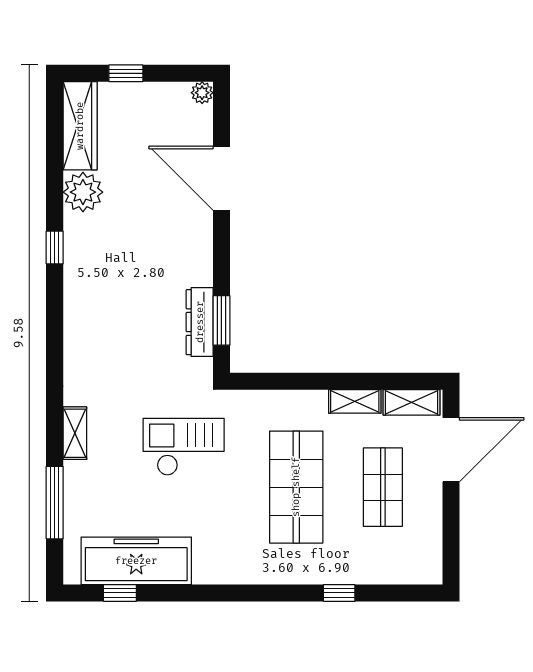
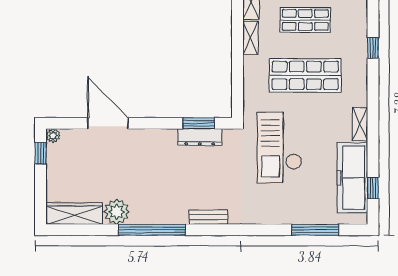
window: (126, 73) -> (41, 153), moved
door: (221, 178) -> (108, 123), swing flipped
window: (55, 248) -> (152, 230), width x3.17
bench: (74, 336) -> (208, 217), added
shelving: (75, 433) -> (360, 124), moved, turned 90
checkout: (184, 447) -> (279, 147), width x1.36, depth x1.21

